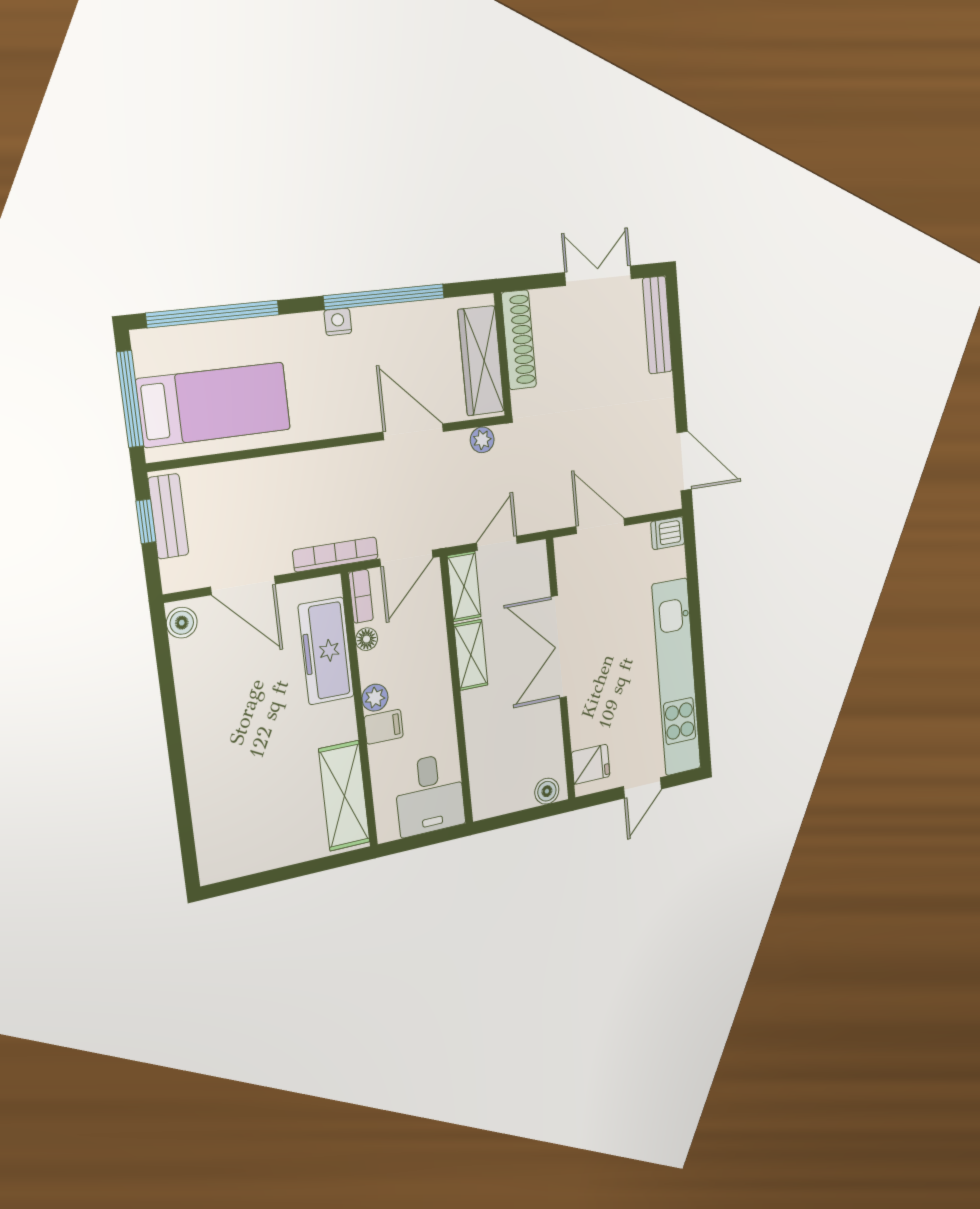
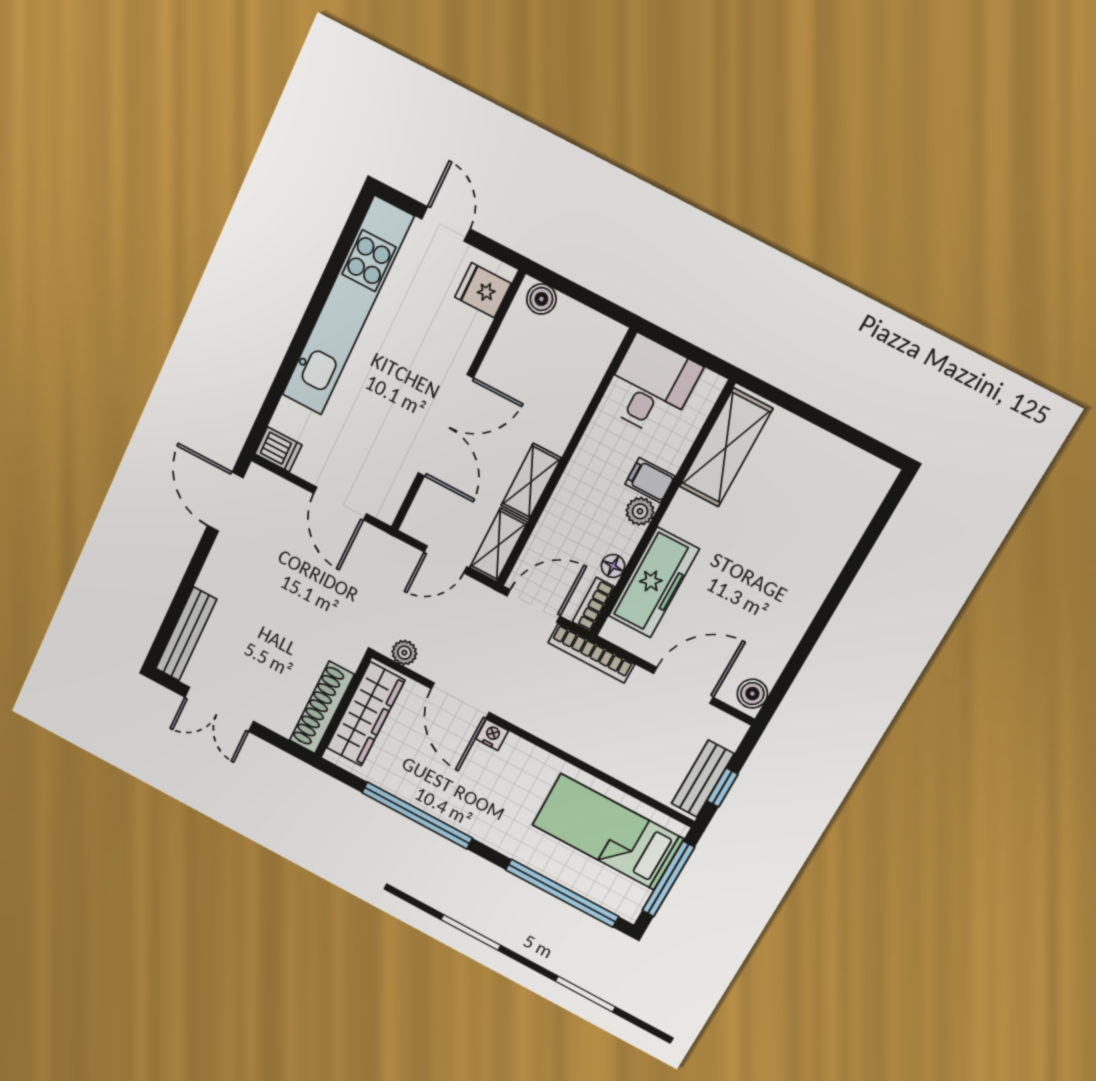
nightstand: (338, 322) -> (492, 735), moved, turned 180
door: (243, 585) -> (683, 685), hinge flipped
door: (642, 788) -> (446, 224), hinge flipped

